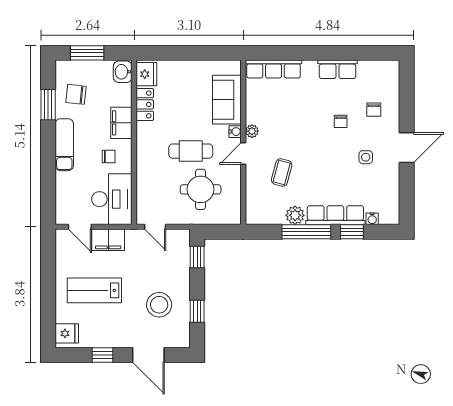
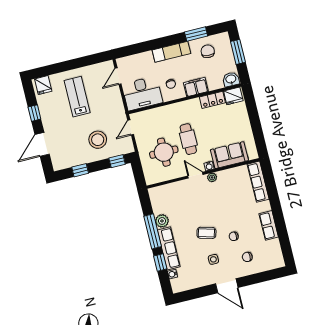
coffee table: (282, 172) -> (206, 233), moved
filing cabinet: (108, 240) -> (114, 98), removed
stool: (159, 305) -> (98, 140), moved

